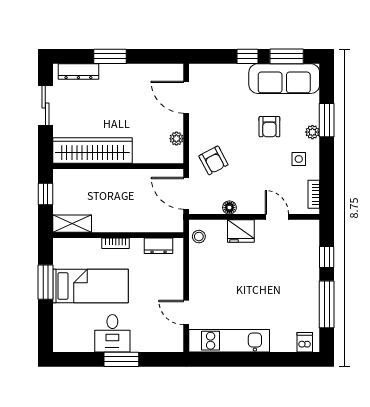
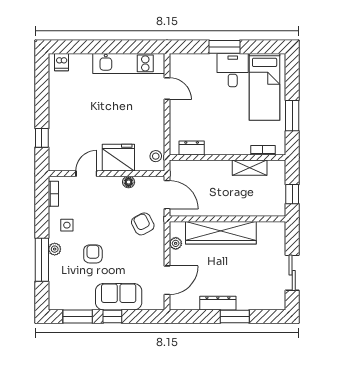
dresser: (78, 71) -> (218, 303), moved
sofa: (284, 79) -> (119, 297), moved, width x0.73
door: (186, 97) -> (167, 280), hinge flipped
window: (327, 120) -> (42, 260), width x1.44
wardrobe: (92, 151) -> (221, 233), moved
door: (277, 217) -> (86, 174), swing flipped
shelving: (72, 224) -> (250, 168), moved
fridge: (241, 231) -> (118, 158), width x1.36, depth x1.34
bookcase: (116, 243) -> (263, 150), moved
bed: (90, 286) -> (265, 87), moved, turned -90
window: (327, 304) -> (42, 96), removed

